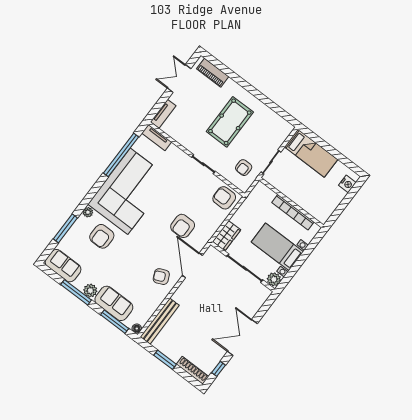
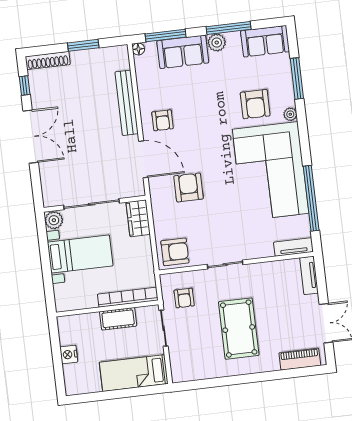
armchair: (244, 168) -> (184, 298), turned 180
nightstand: (347, 184) -> (69, 354), moved
cot: (291, 191) -> (118, 319), added
bookcase: (293, 212) -> (128, 297), moved
armchair: (102, 236) -> (255, 104), turned 180
armchair: (161, 277) -> (163, 120), turned 114
bench: (160, 321) -> (127, 103), moved

